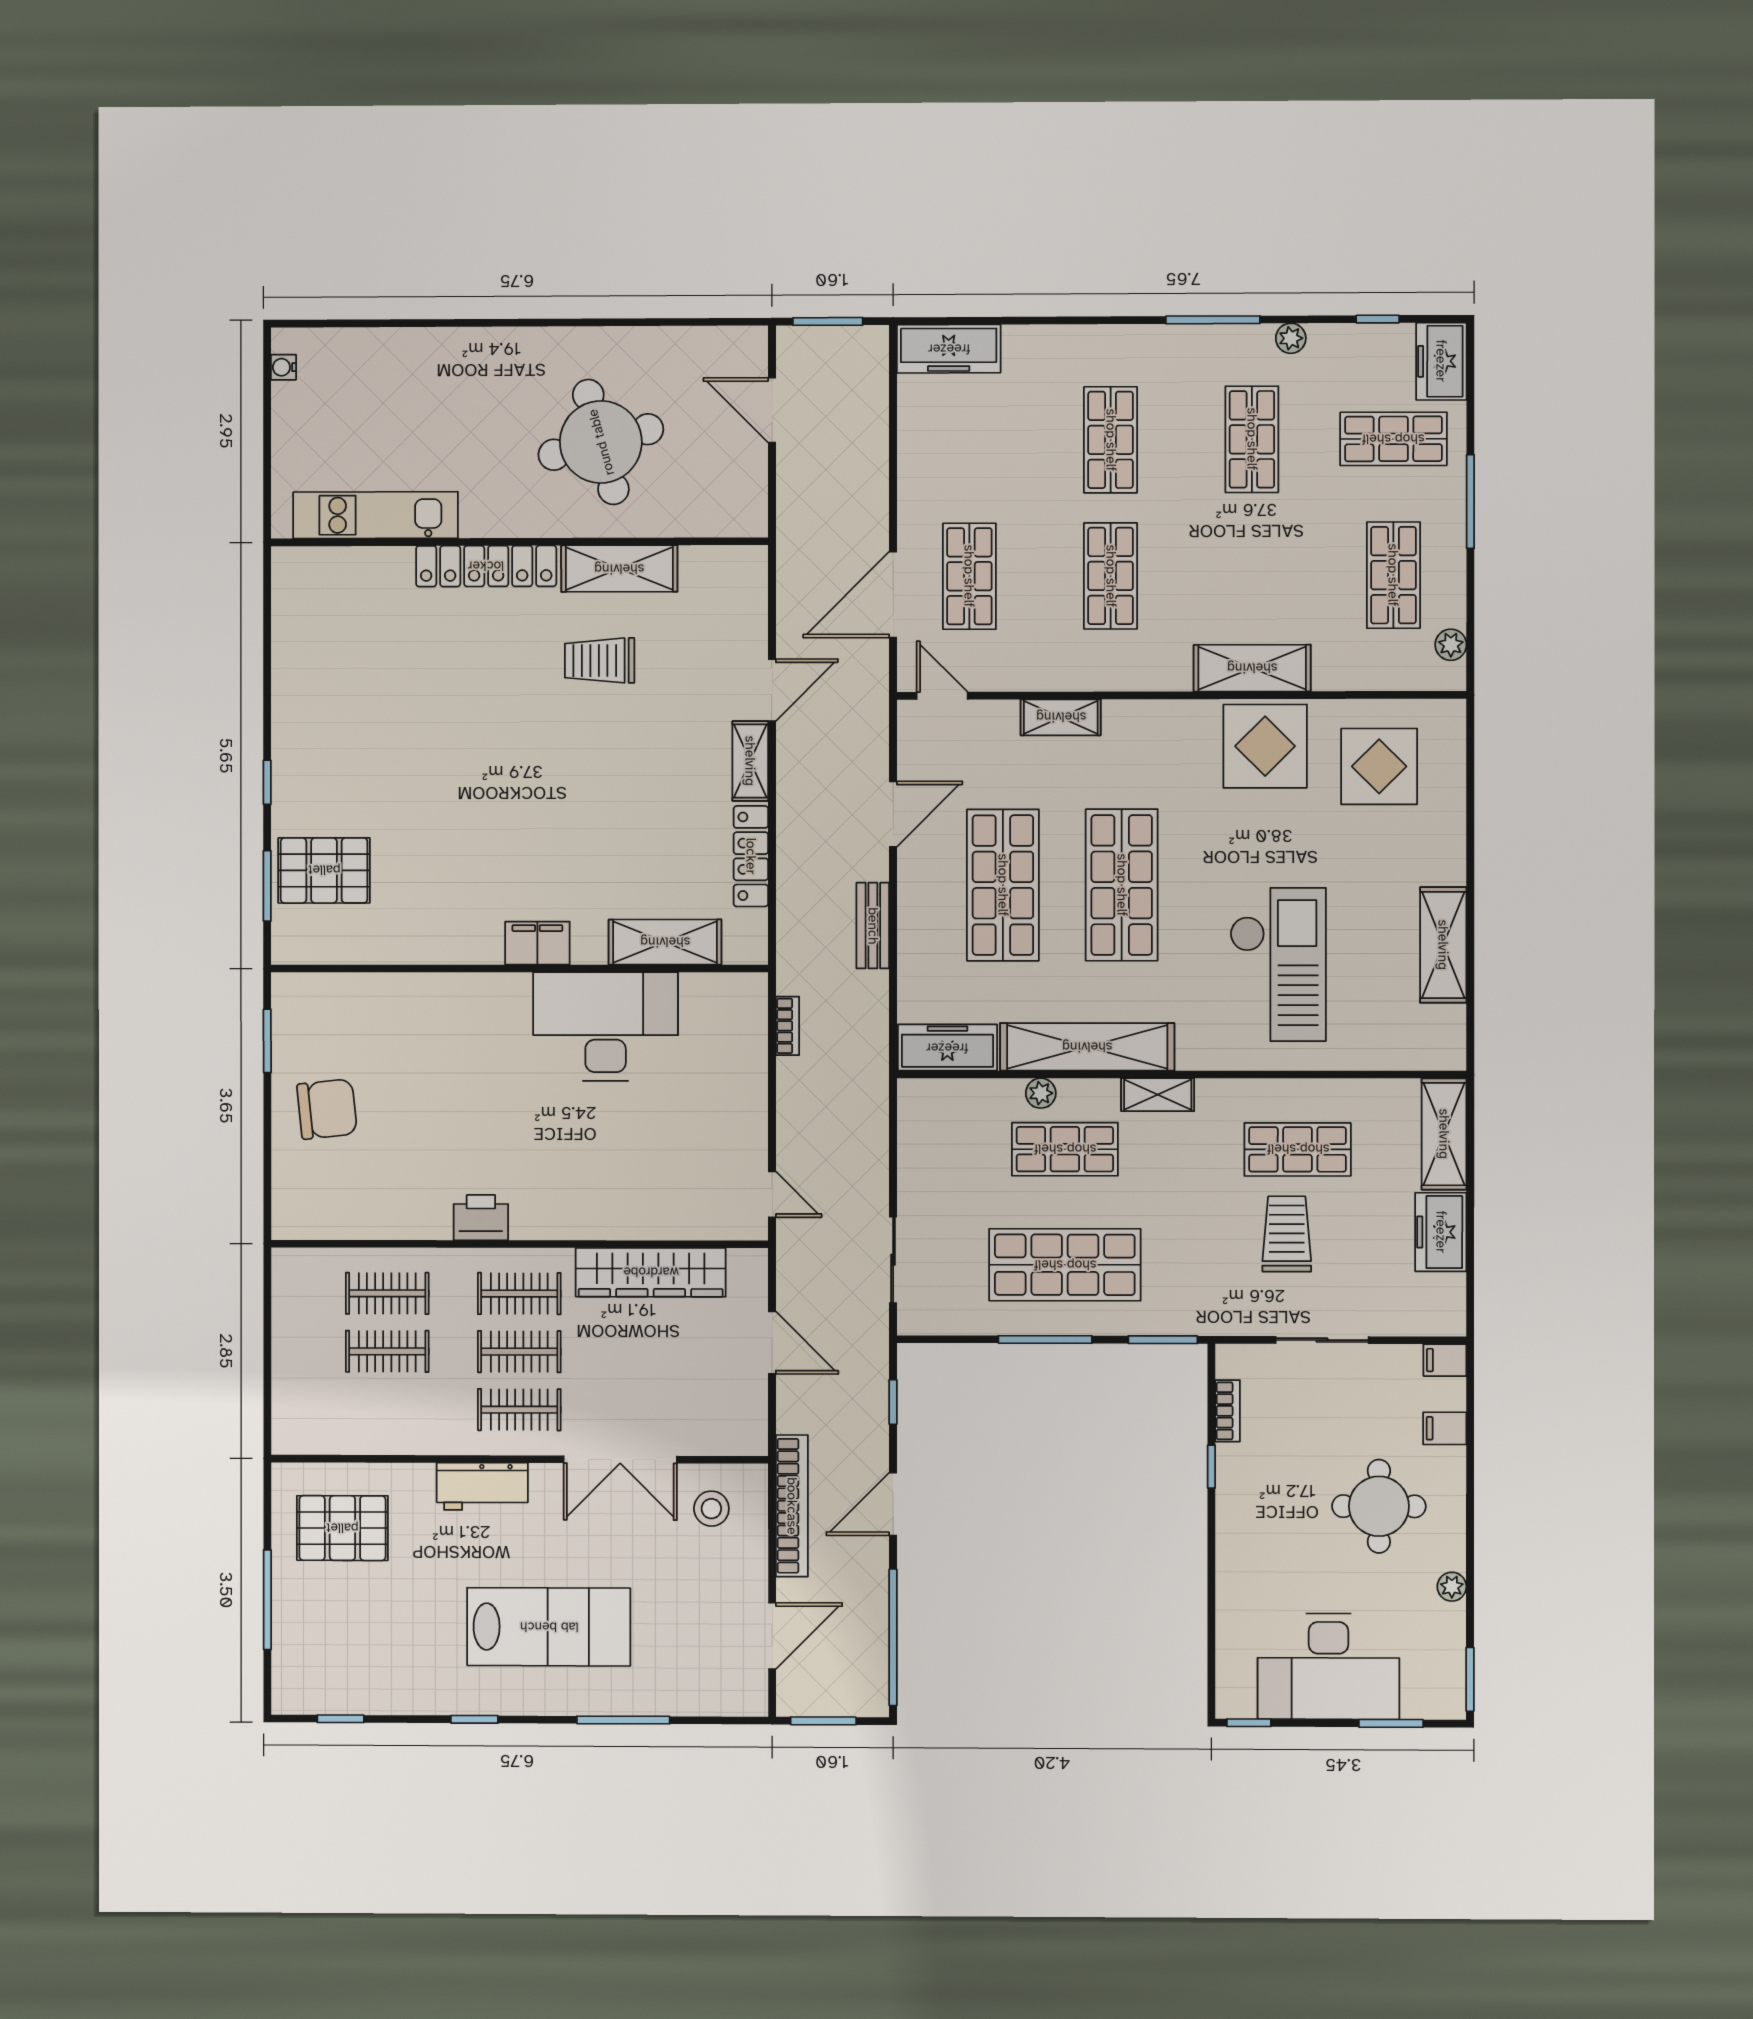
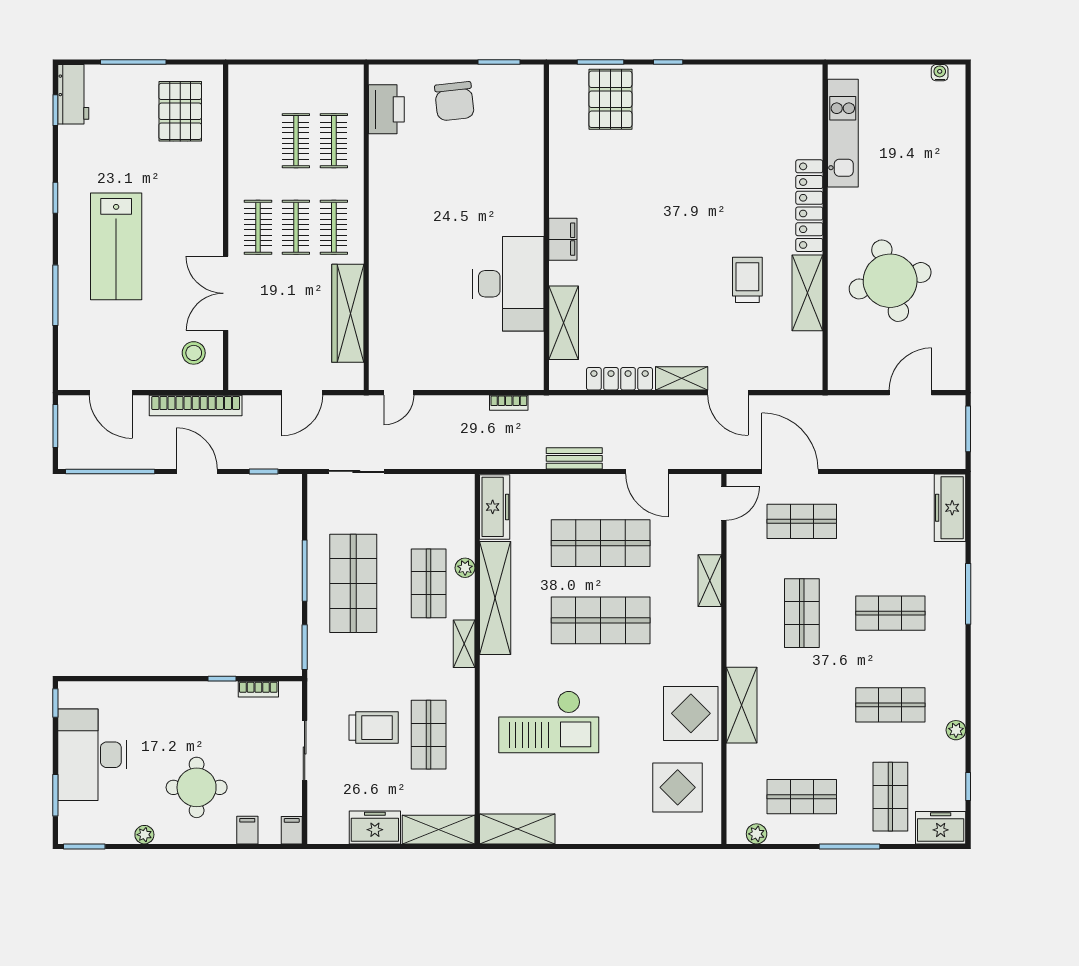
window: (1213, 320) -> (968, 594), moved
shop shelf: (1111, 576) -> (802, 613), turned 90
shelving: (1443, 945) -> (517, 829), moved
printer: (481, 1218) -> (386, 109), moved, width x1.37, depth x1.19
workbench: (482, 1486) -> (73, 94), moved, turned 180

